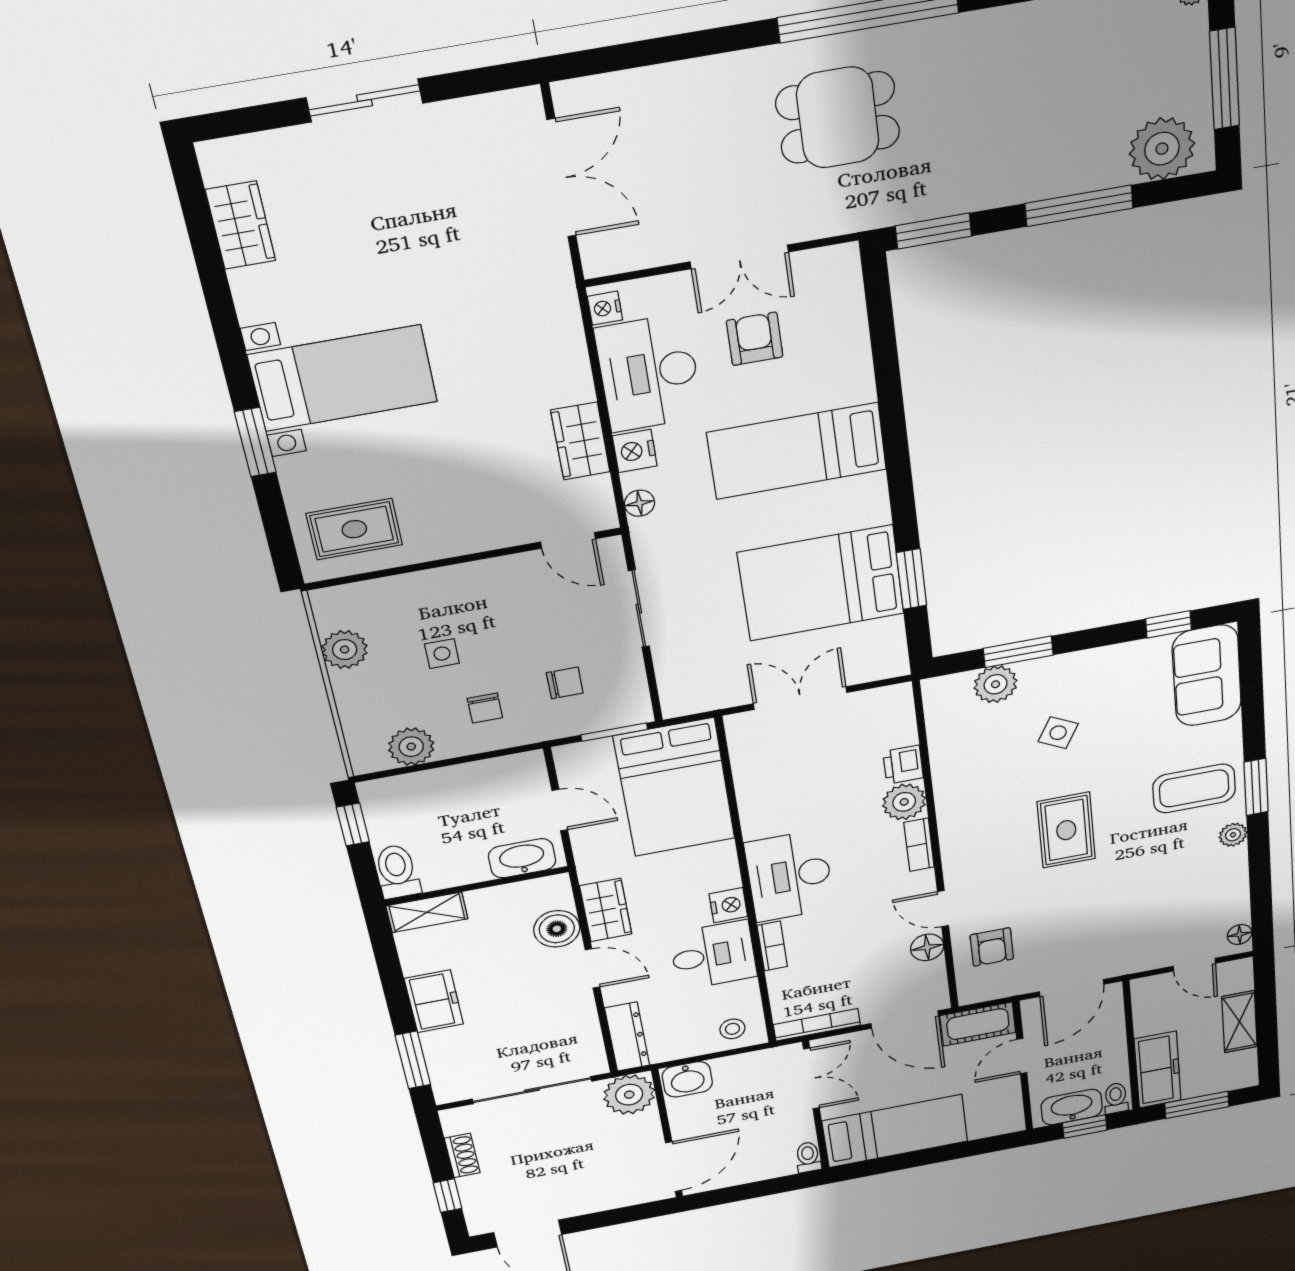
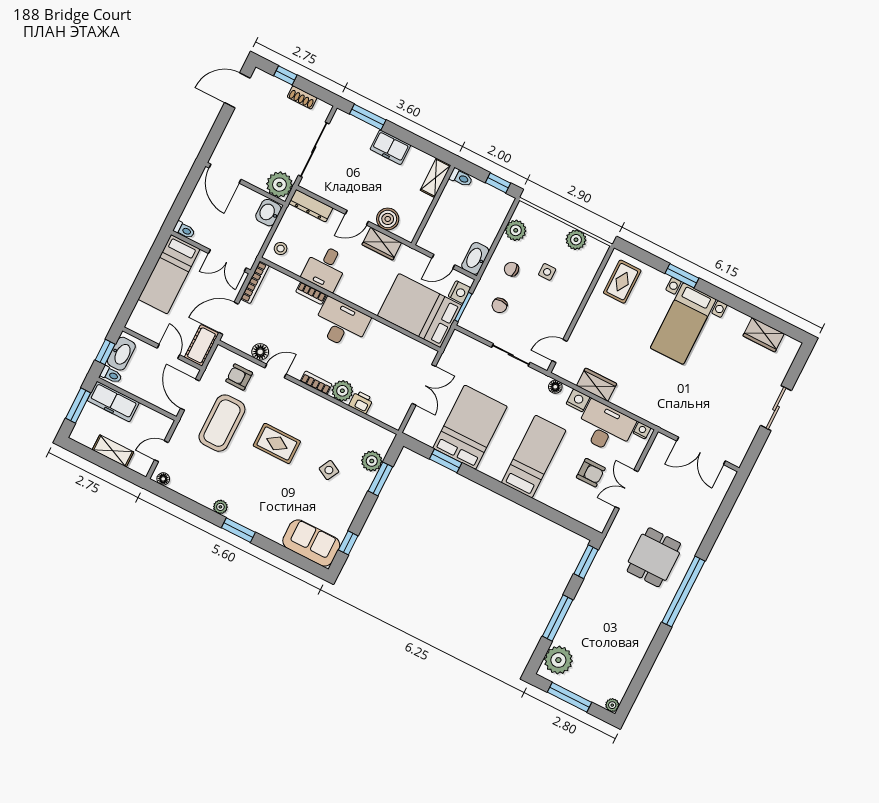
coffee table: (1194, 788) -> (222, 423), moved, width x1.36, depth x1.32
washbasin: (522, 858) -> (475, 258), moved, turned 180
toilet: (397, 872) -> (461, 178), width x0.73, depth x0.72
nightstand: (728, 905) -> (459, 292), moved, turned -90

